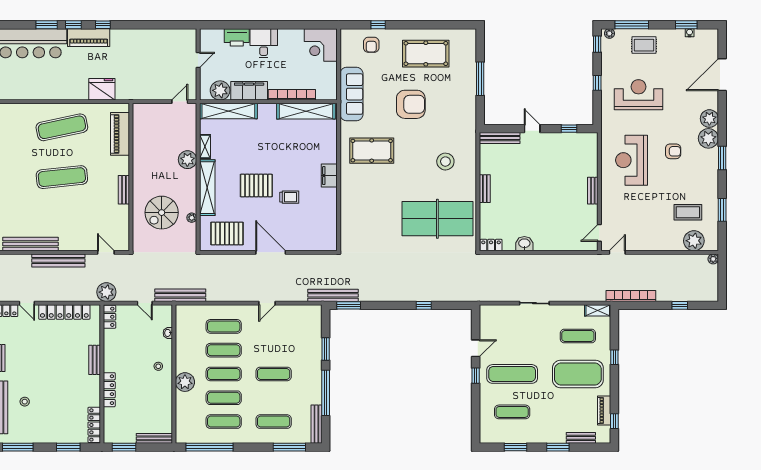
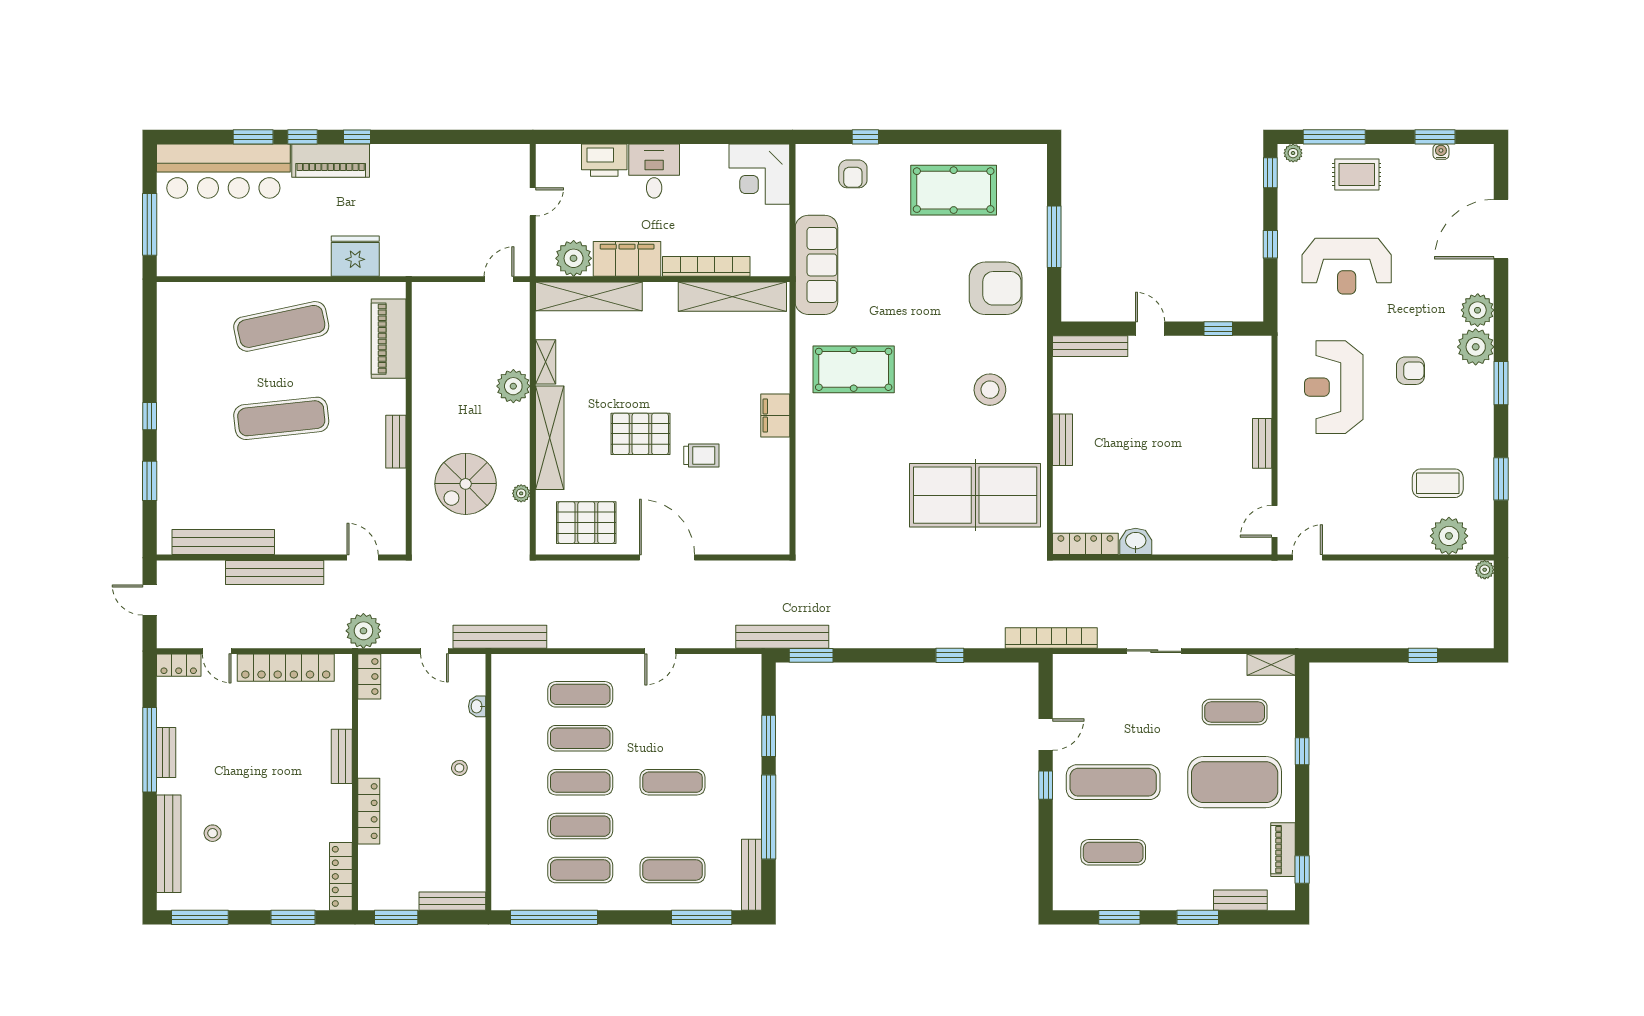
reception desk: (638, 95) -> (1347, 266), turned 180
armchair: (411, 104) -> (996, 288), moved
locker: (491, 245) -> (1085, 544), width x1.53
bookcase: (631, 296) -> (1051, 638), moved
plant: (185, 382) -> (509, 797), removed

